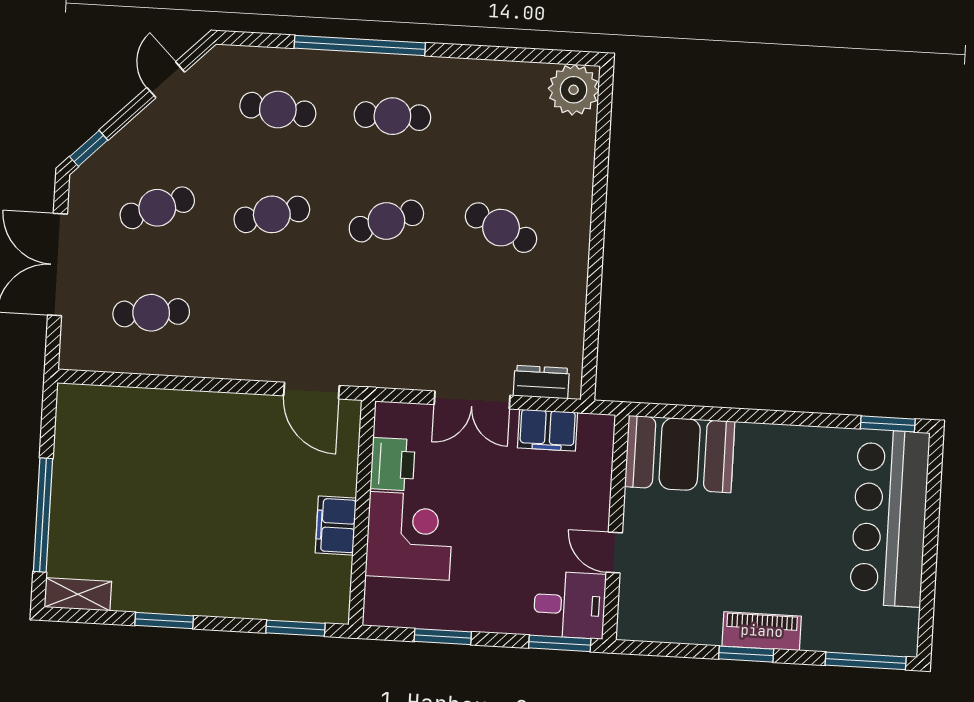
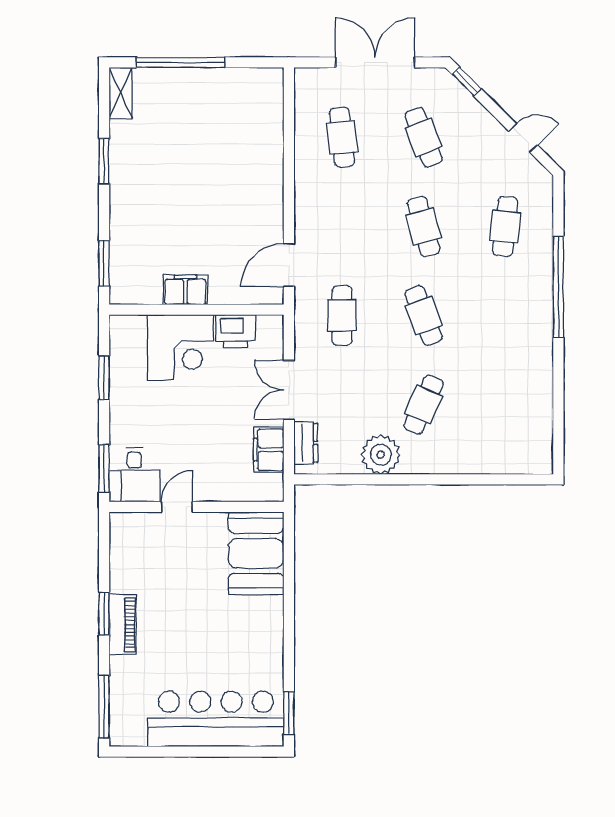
plant: (574, 90) -> (381, 455), moved
cafe table: (392, 116) -> (342, 315), moved

